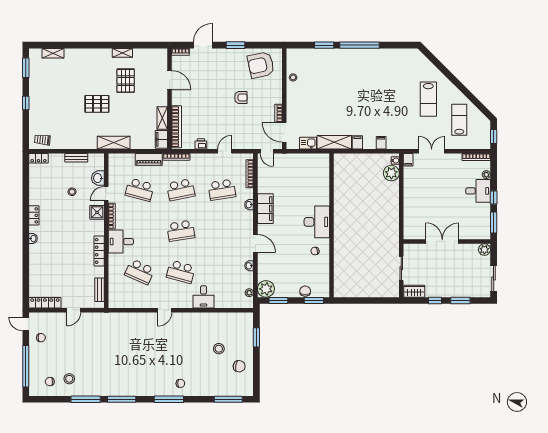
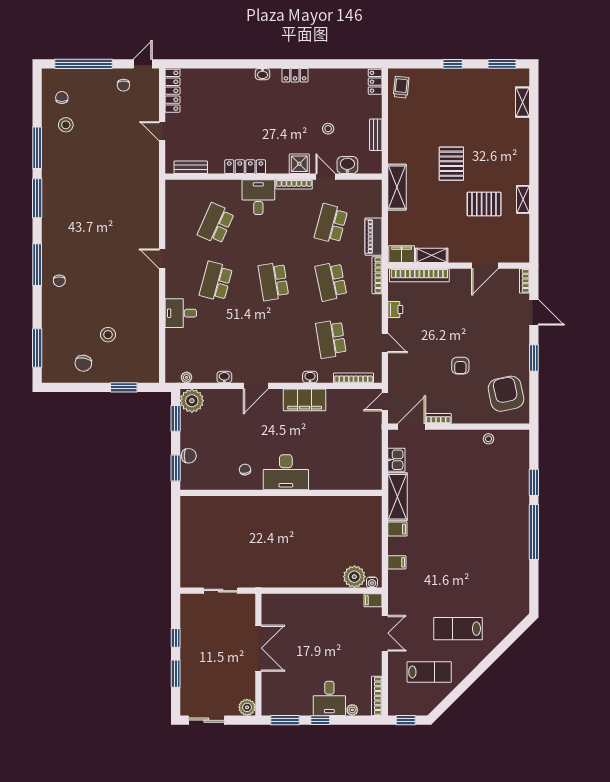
wardrobe: (414, 291) -> (189, 609), removed

